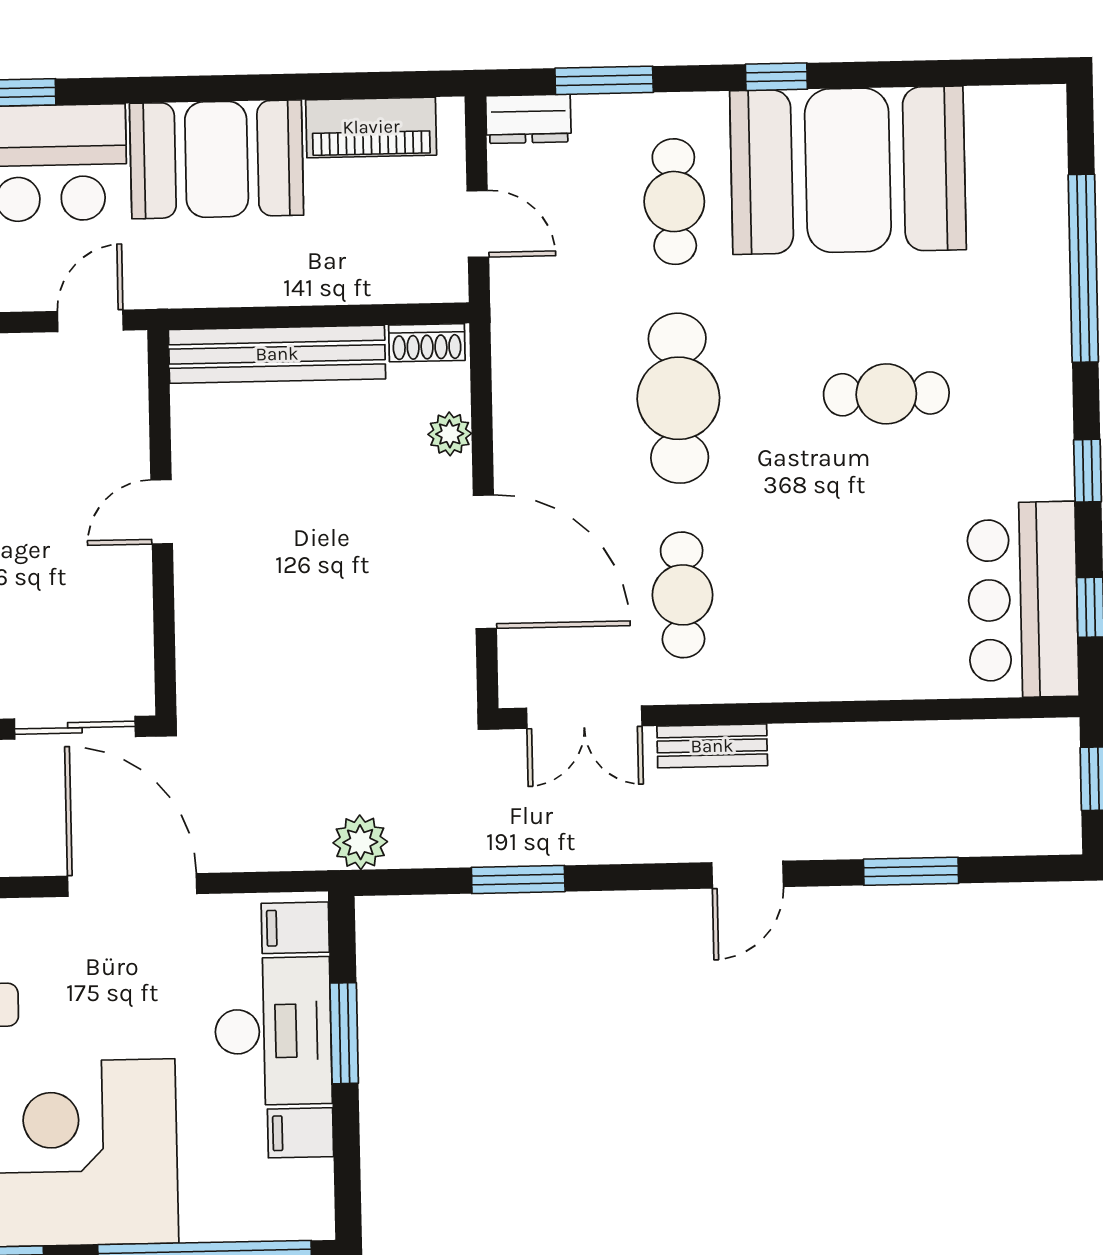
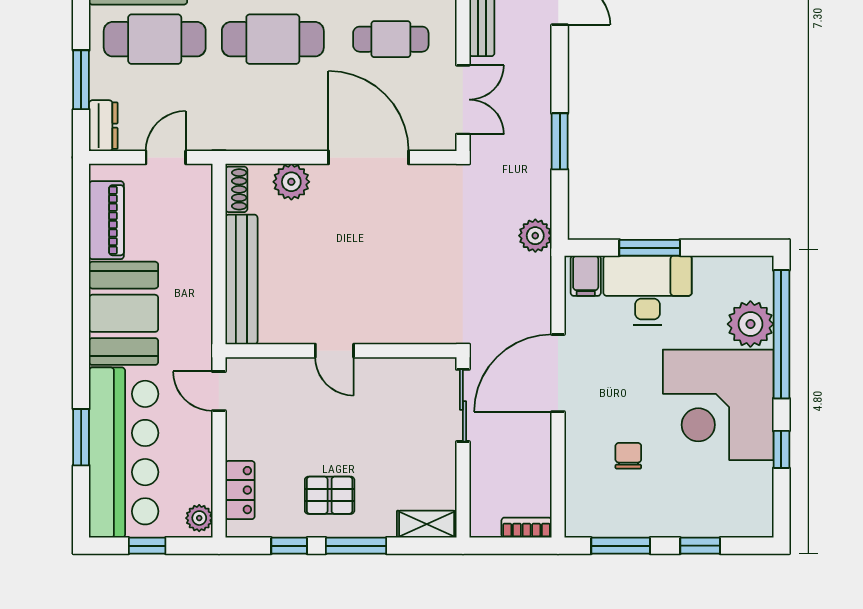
cafe table: (674, 202) -> (155, 39), width x1.37, depth x1.35
plant: (450, 434) -> (291, 182), width x1.38, depth x1.38
door: (485, 562) -> (369, 157), hinge flipped
filing cabinet: (300, 1133) -> (709, 275), removed
plant: (221, 1204) -> (750, 324), added

